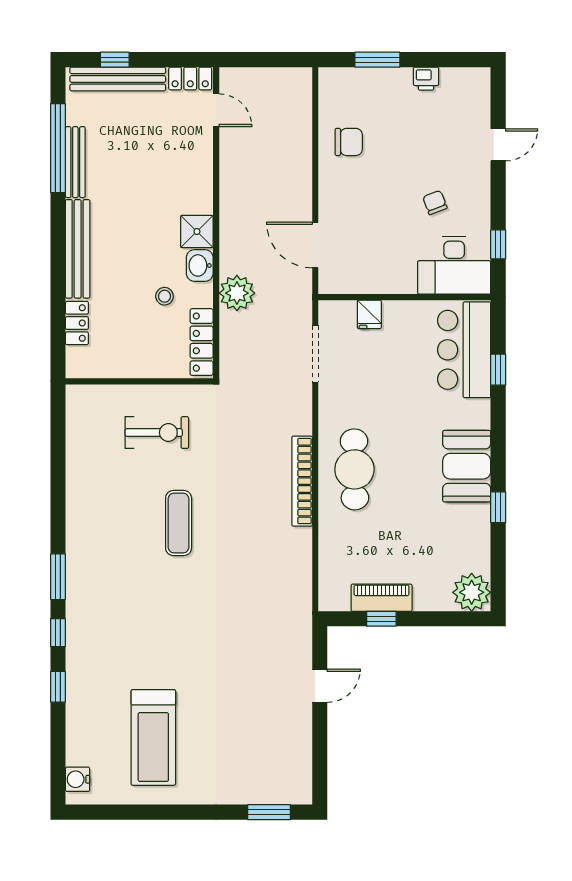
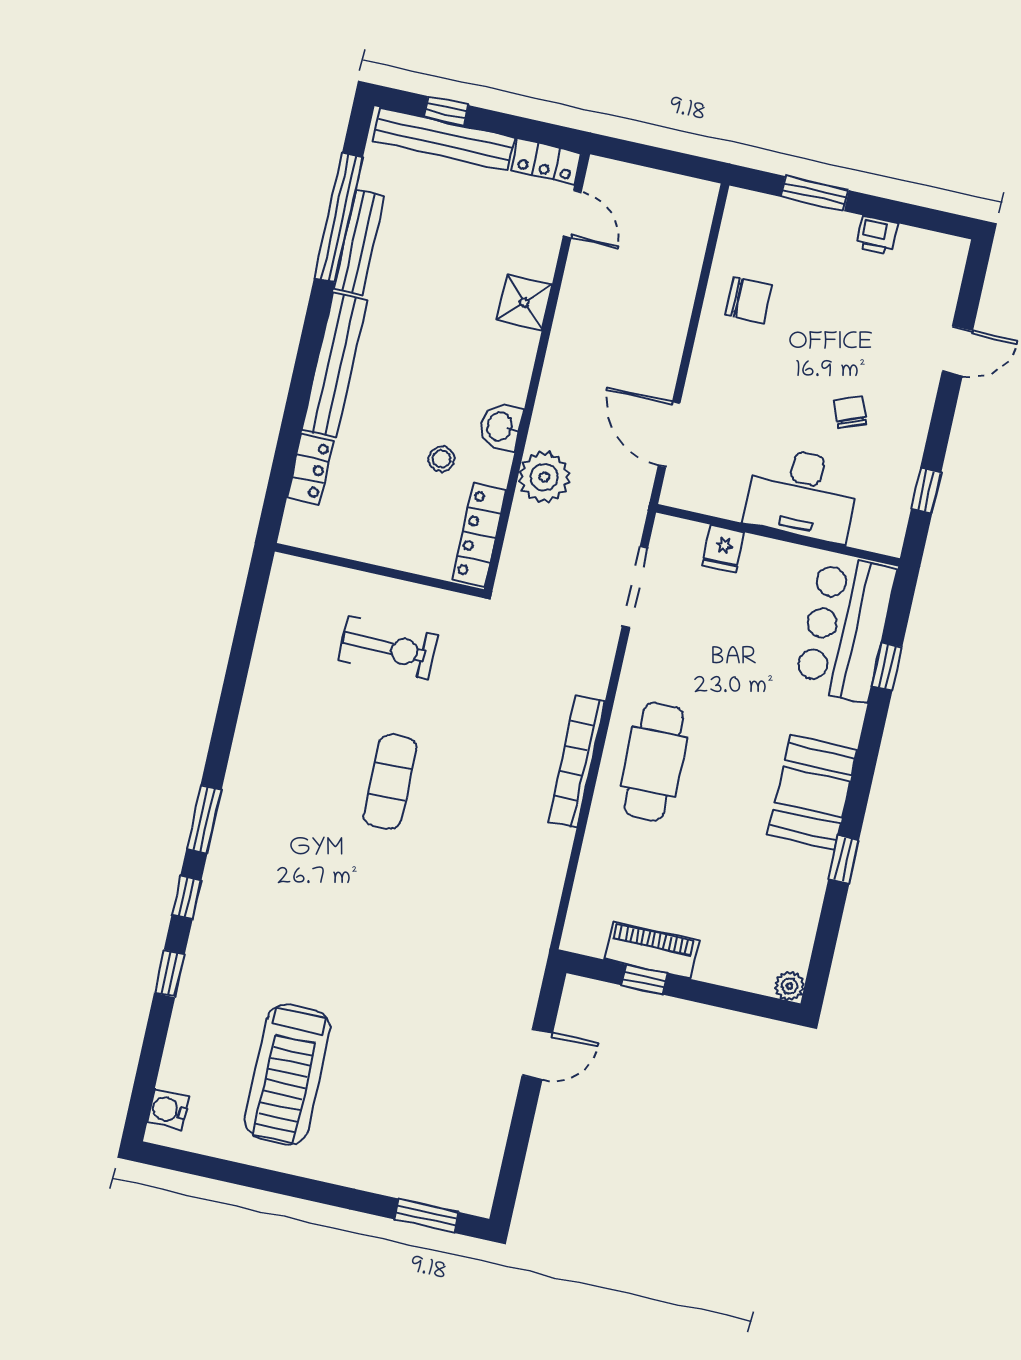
shower: (197, 232) -> (524, 302), moved
desk: (454, 265) -> (802, 494), moved
plant: (472, 592) -> (789, 986), width x0.53, depth x0.53

